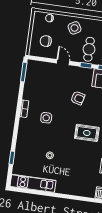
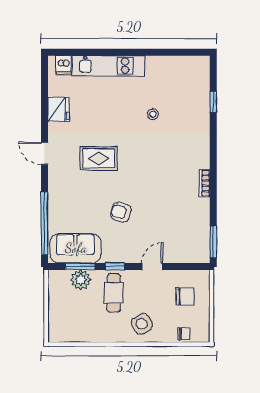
door: (63, 62) -> (152, 267), swing flipped
side table: (46, 118) -> (167, 174), removed
kitchen unit: (33, 183) -> (108, 66), moved

